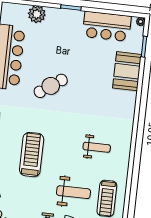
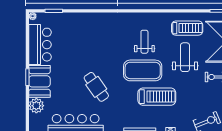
booth: (127, 71) -> (39, 81), moved, turned 90
exercise mat: (64, 142) -> (143, 70), added
treadmill: (32, 155) -> (157, 97), turned 180

